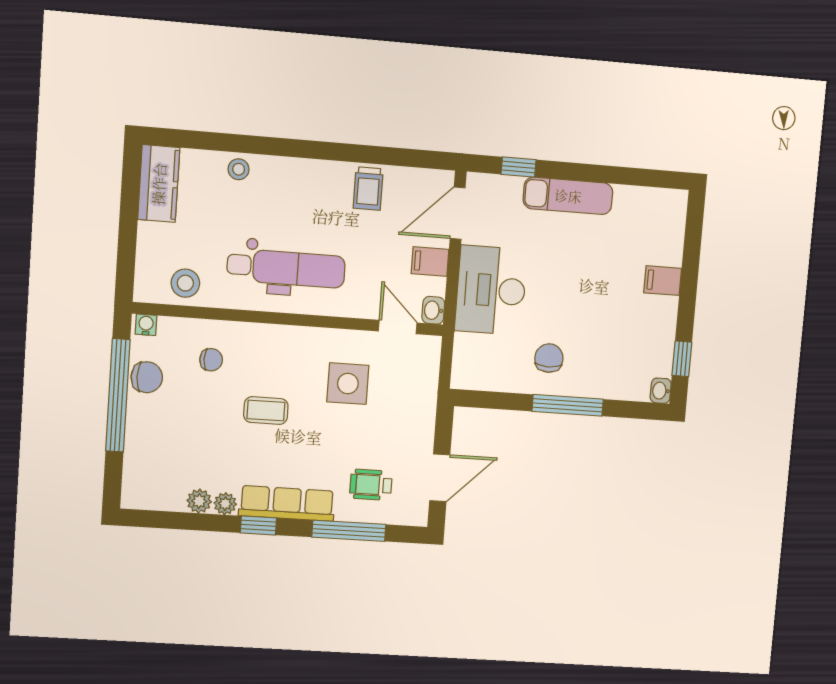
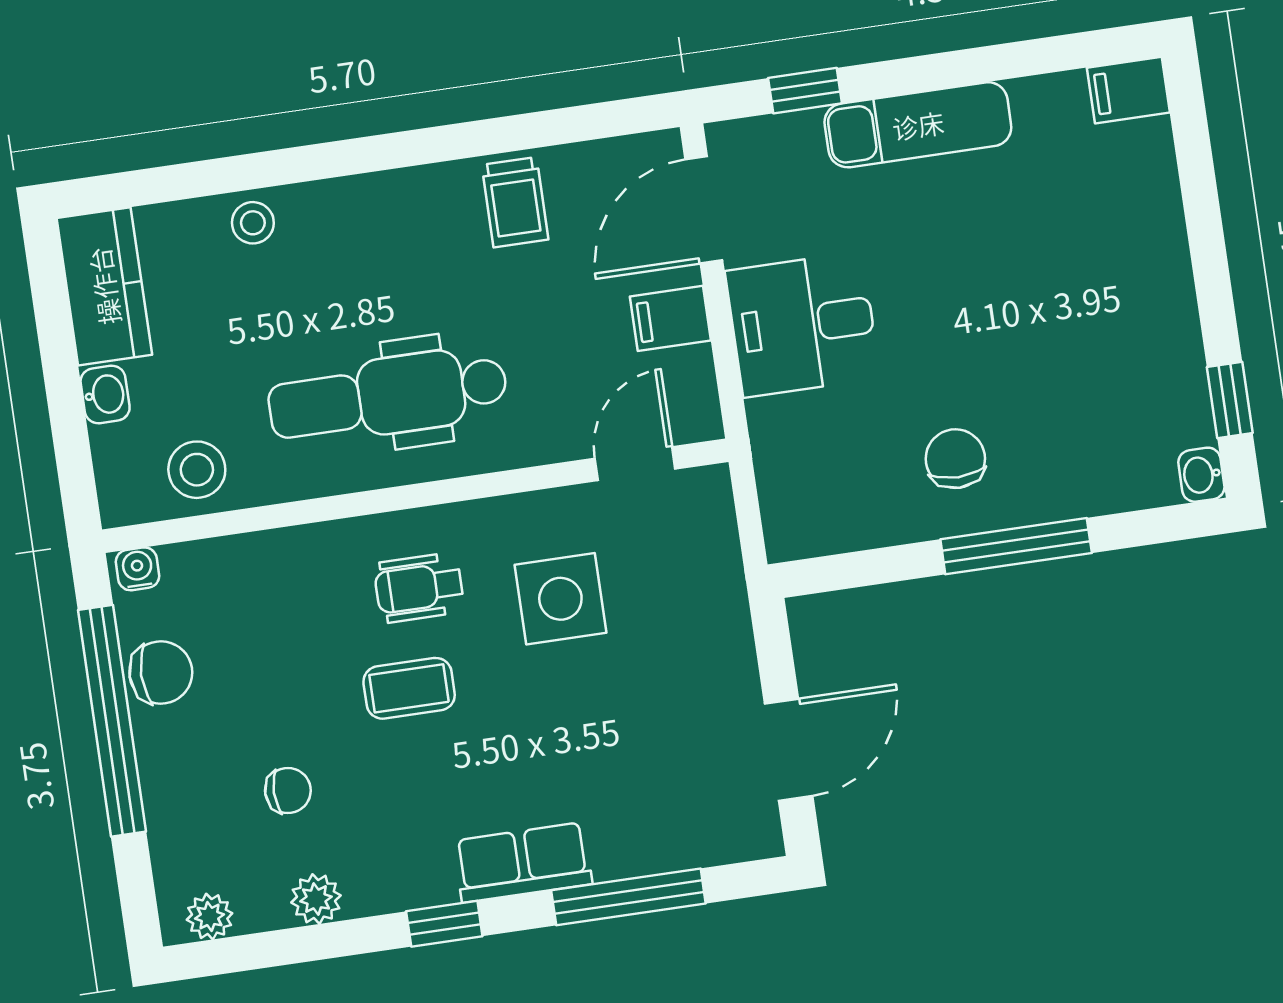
dental chair: (286, 268) -> (388, 396), turned 180
filing cabinet: (663, 281) -> (1128, 90), moved
desk: (491, 290) -> (803, 324), width x0.73
washbasin: (433, 310) -> (105, 395), moved, turned 180
door: (398, 327) -> (635, 464), hinge flipped
chair: (211, 360) -> (288, 791), moved
wheelchair: (371, 485) -> (419, 588), moved
row of seats: (287, 503) -> (523, 862), width x0.68
plant: (225, 504) -> (210, 917), moved

